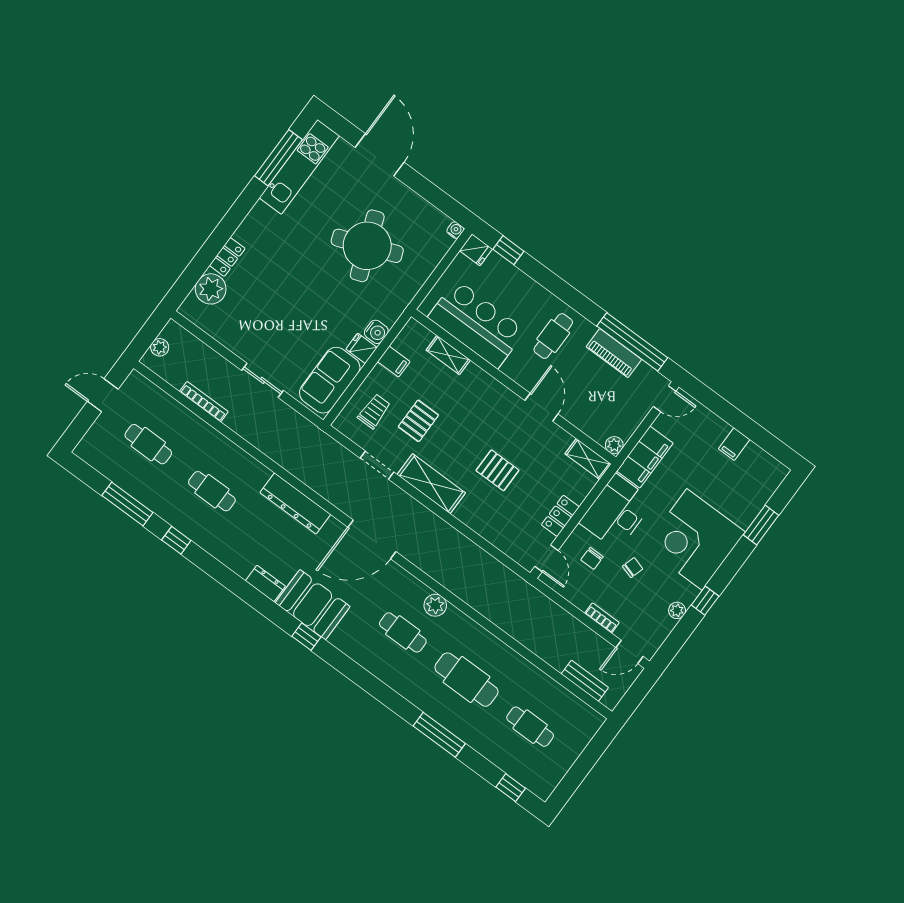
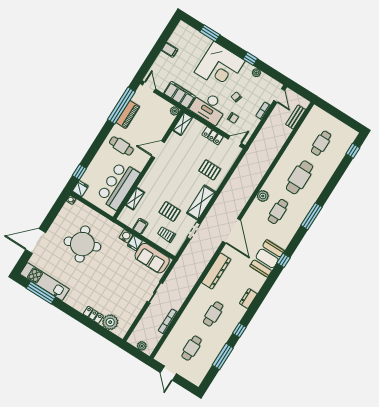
pallet: (497, 470) -> (210, 170), moved, turned 90
dresser: (265, 583) -> (248, 299), moved
window: (439, 735) -> (312, 216), moved

